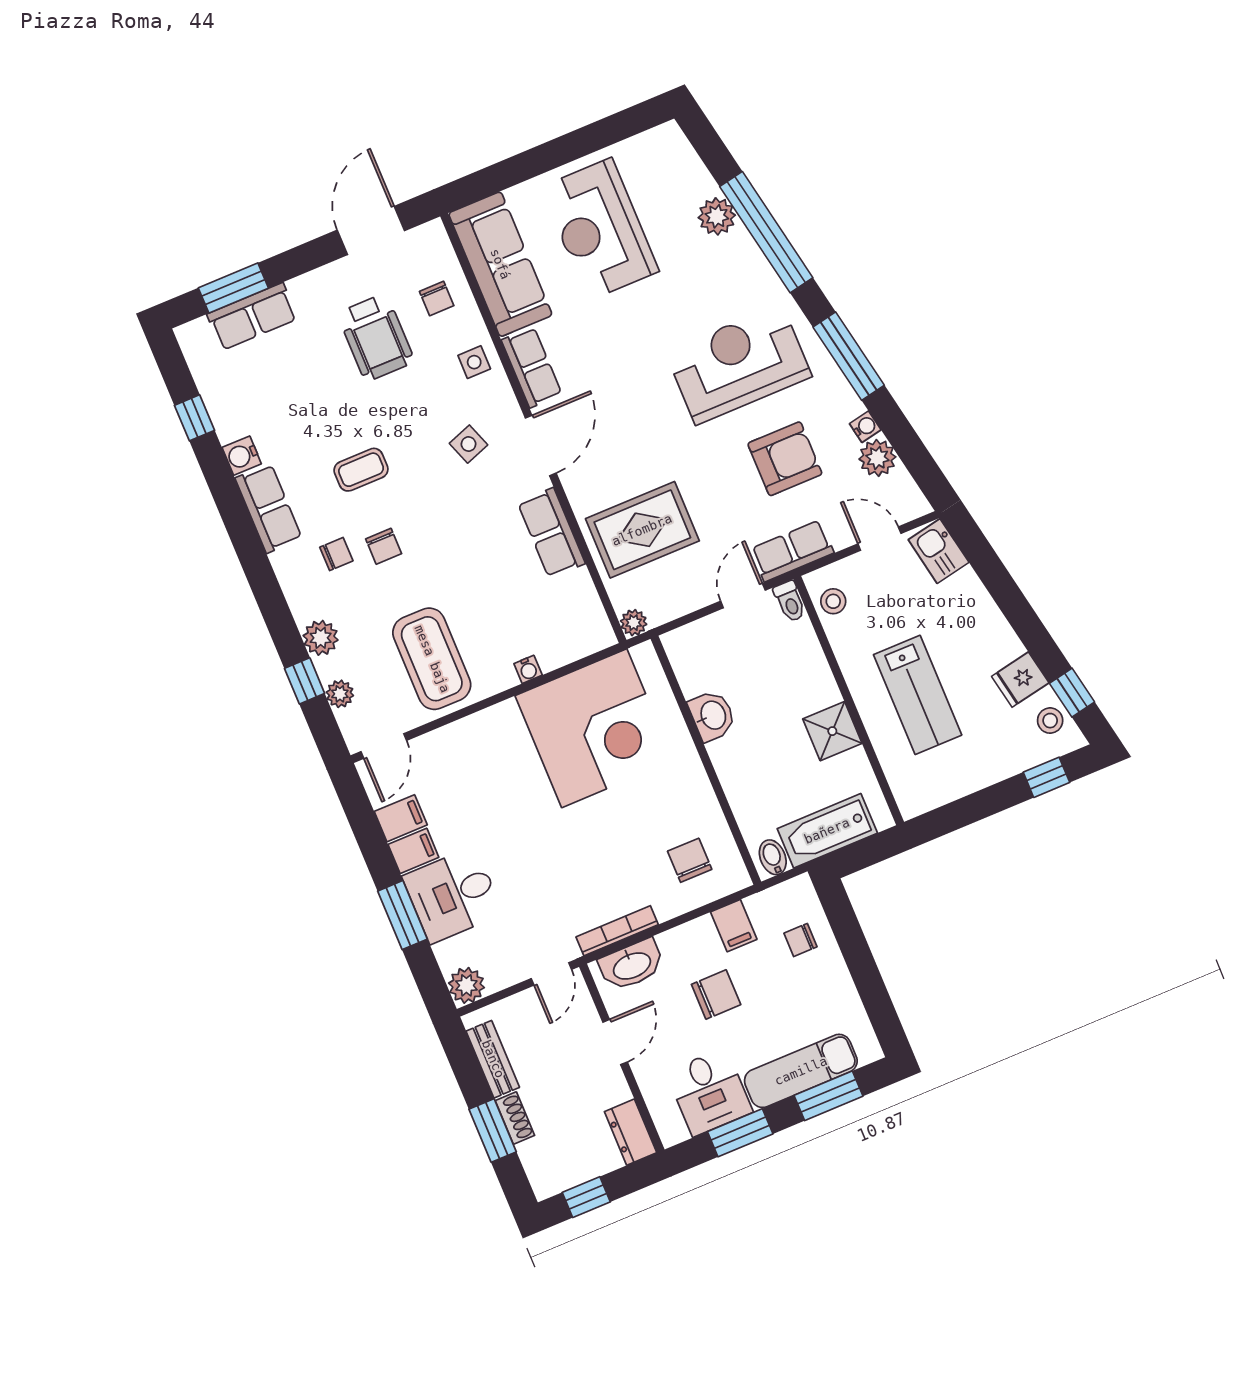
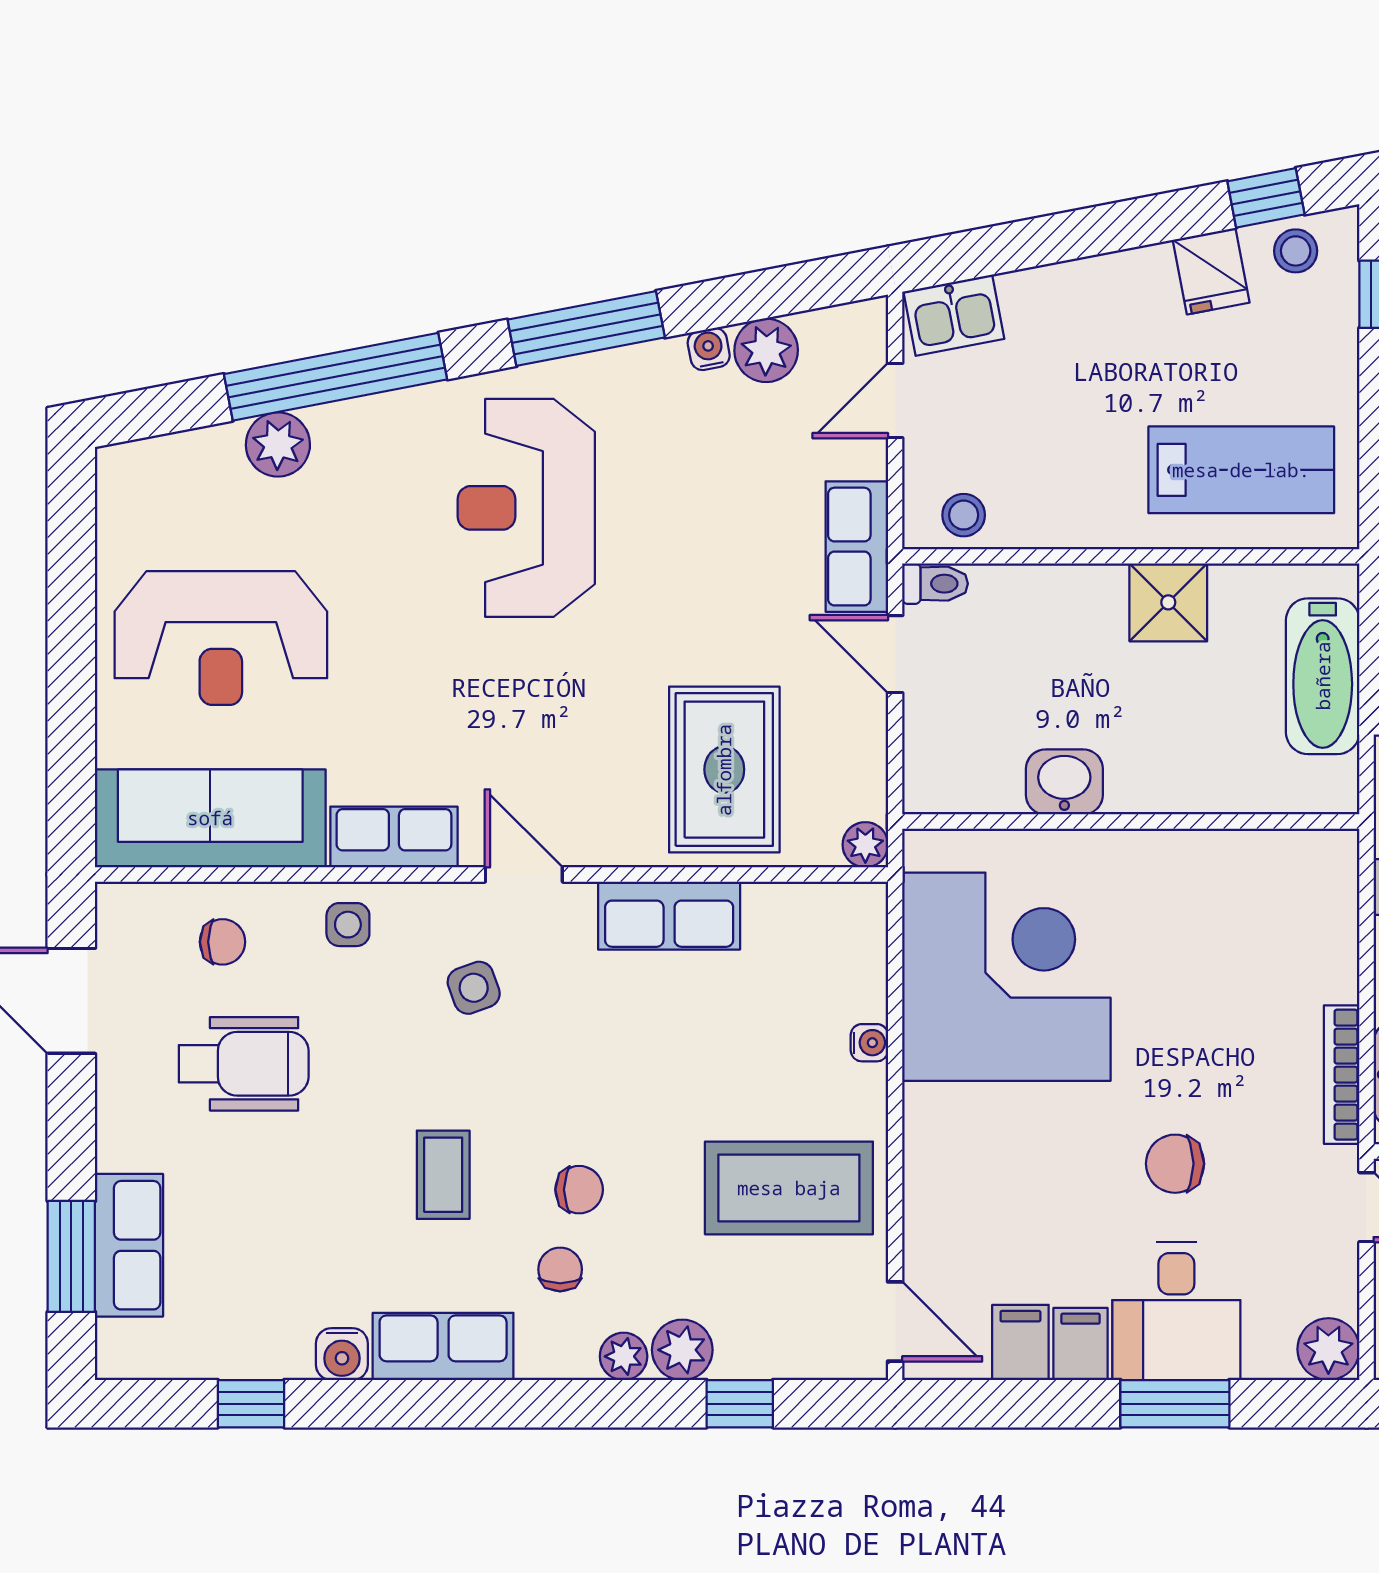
door: (541, 446) -> (524, 875), width x0.73
armchair: (785, 459) -> (706, 497), removed
plant: (340, 694) -> (624, 1356), moved
lab bench: (918, 695) -> (1241, 470), moved
bidet: (773, 857) -> (1328, 780), removed
chair: (690, 860) -> (1175, 1164), moved

